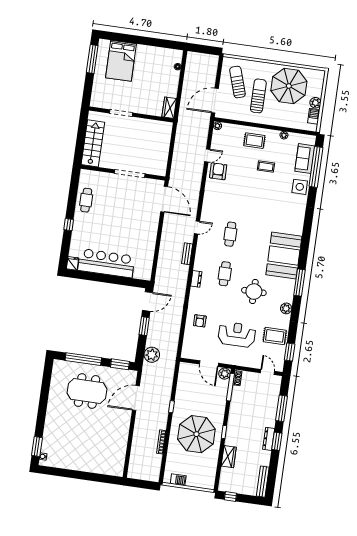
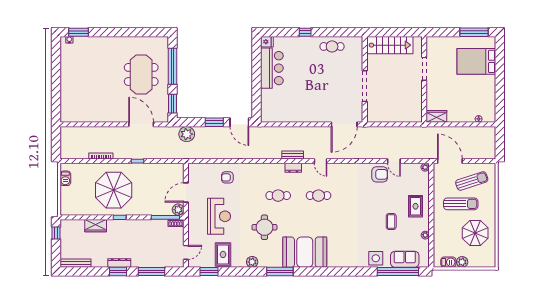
parasol: (289, 86) -> (475, 233), width x0.73, depth x0.73
bar counter: (106, 263) -> (272, 68), width x0.73
dresser: (196, 279) -> (293, 168), moved

